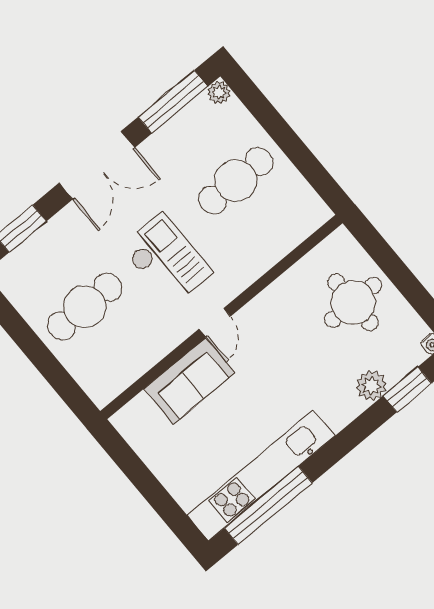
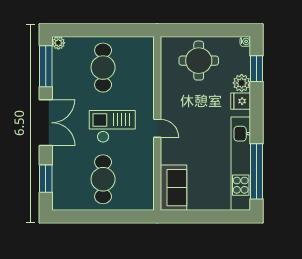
sofa: (189, 381) -> (173, 188), moved
fridge: (345, 405) -> (241, 101), added

